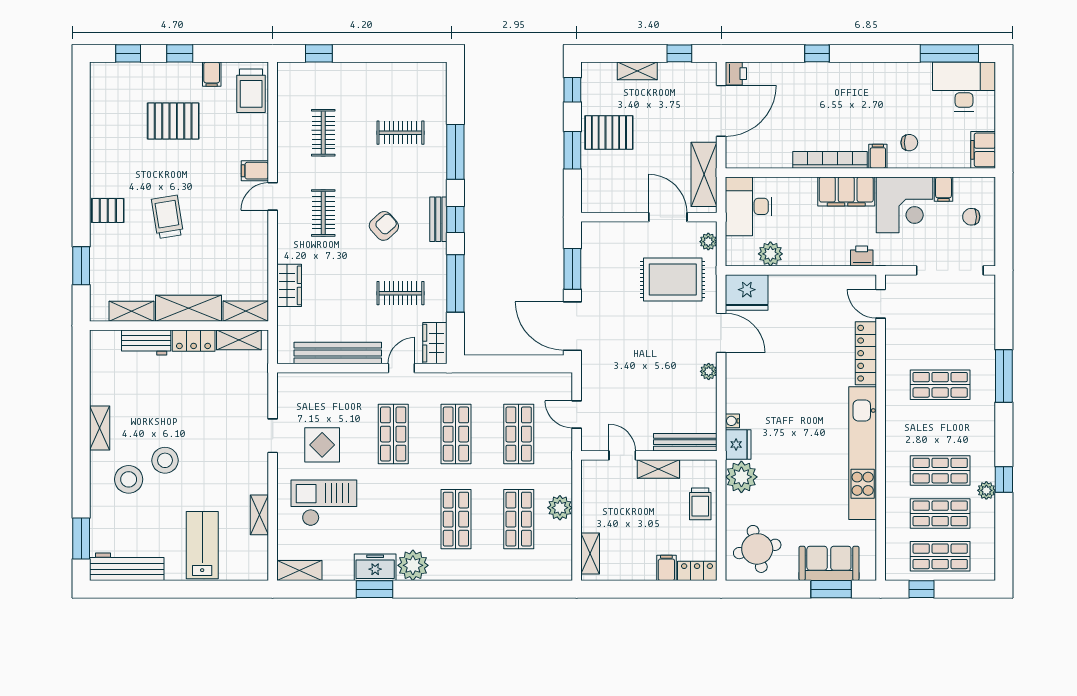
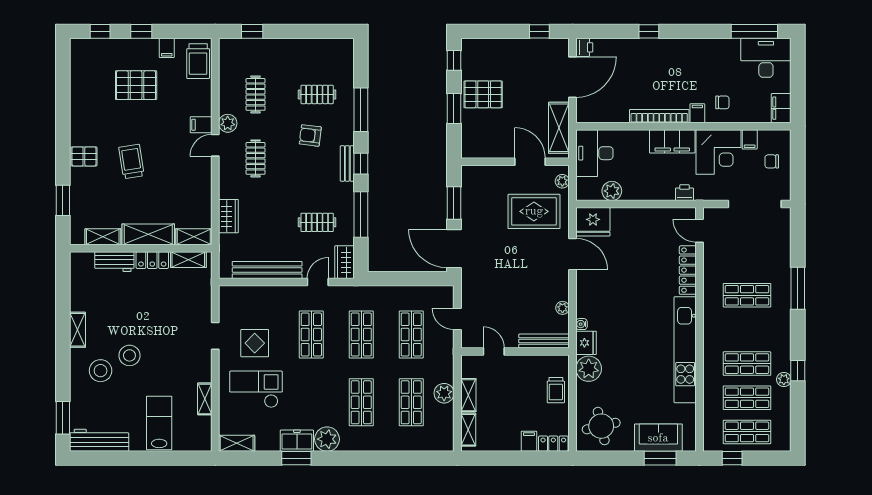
shelving: (637, 71) -> (506, 45), removed
plant: (288, 169) -> (228, 123), added
armchair: (384, 226) -> (310, 135), moved, turned -131
plant: (709, 371) -> (562, 308), moved
shelving: (658, 469) -> (468, 395), moved, turned 90

